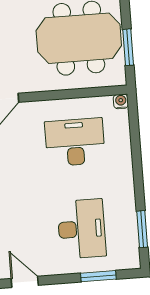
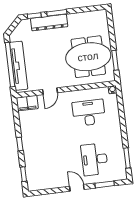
desk: (82, 229) -> (94, 159), turned 180
door: (25, 282) -> (77, 188), moved

